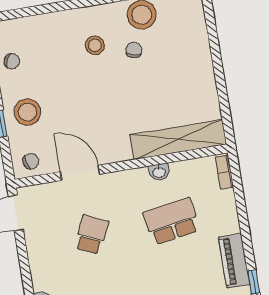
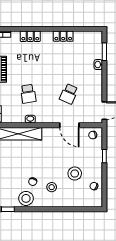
stool: (27, 112) -> (75, 174), moved
school desk: (171, 221) -> (28, 94), width x0.54

